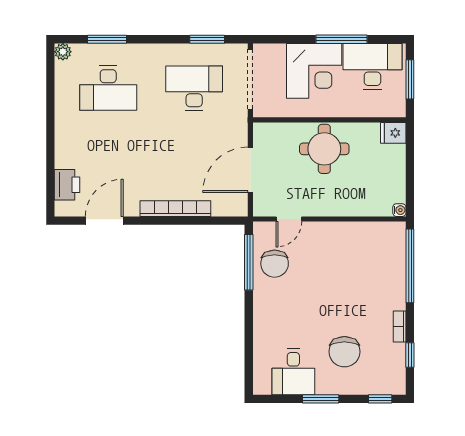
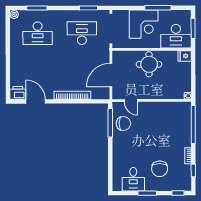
desk: (372, 66) -> (176, 36), moved, turned 180
printer: (67, 185) -> (18, 93), moved, turned -90
door: (289, 219) -> (131, 100), hinge flipped
door: (104, 221) -> (36, 101), hinge flipped
chair: (275, 264) -> (123, 123), turned -90

